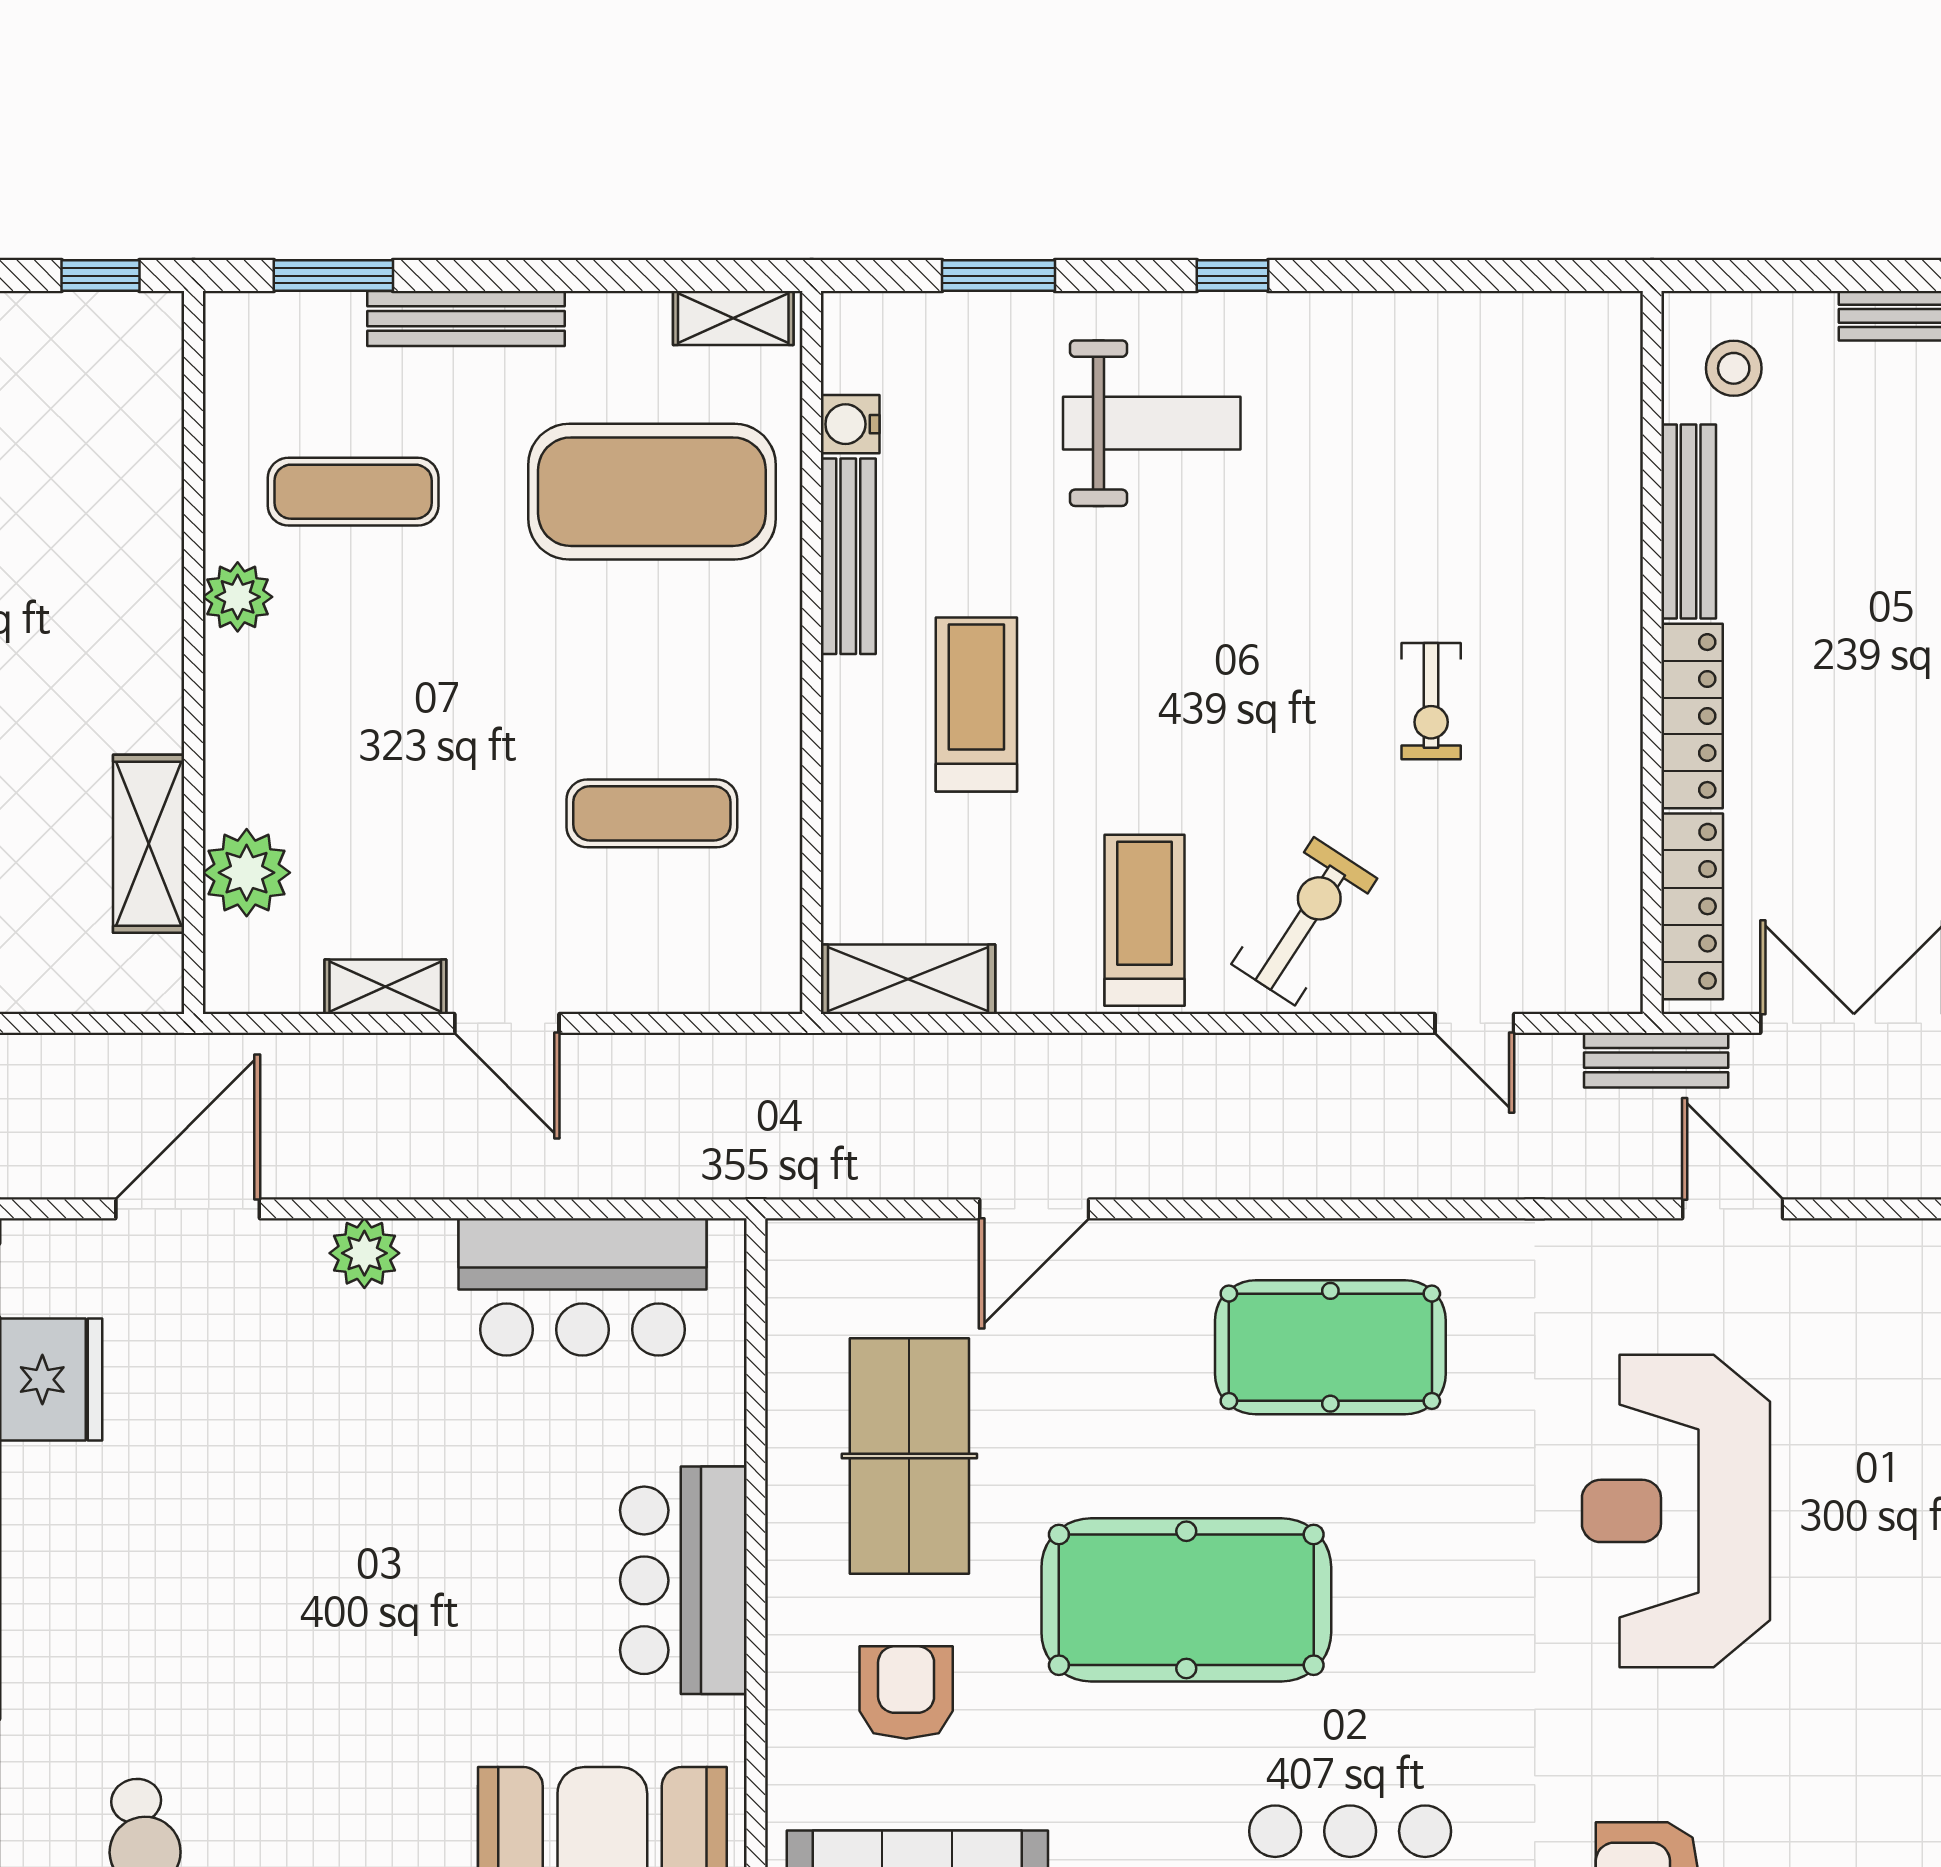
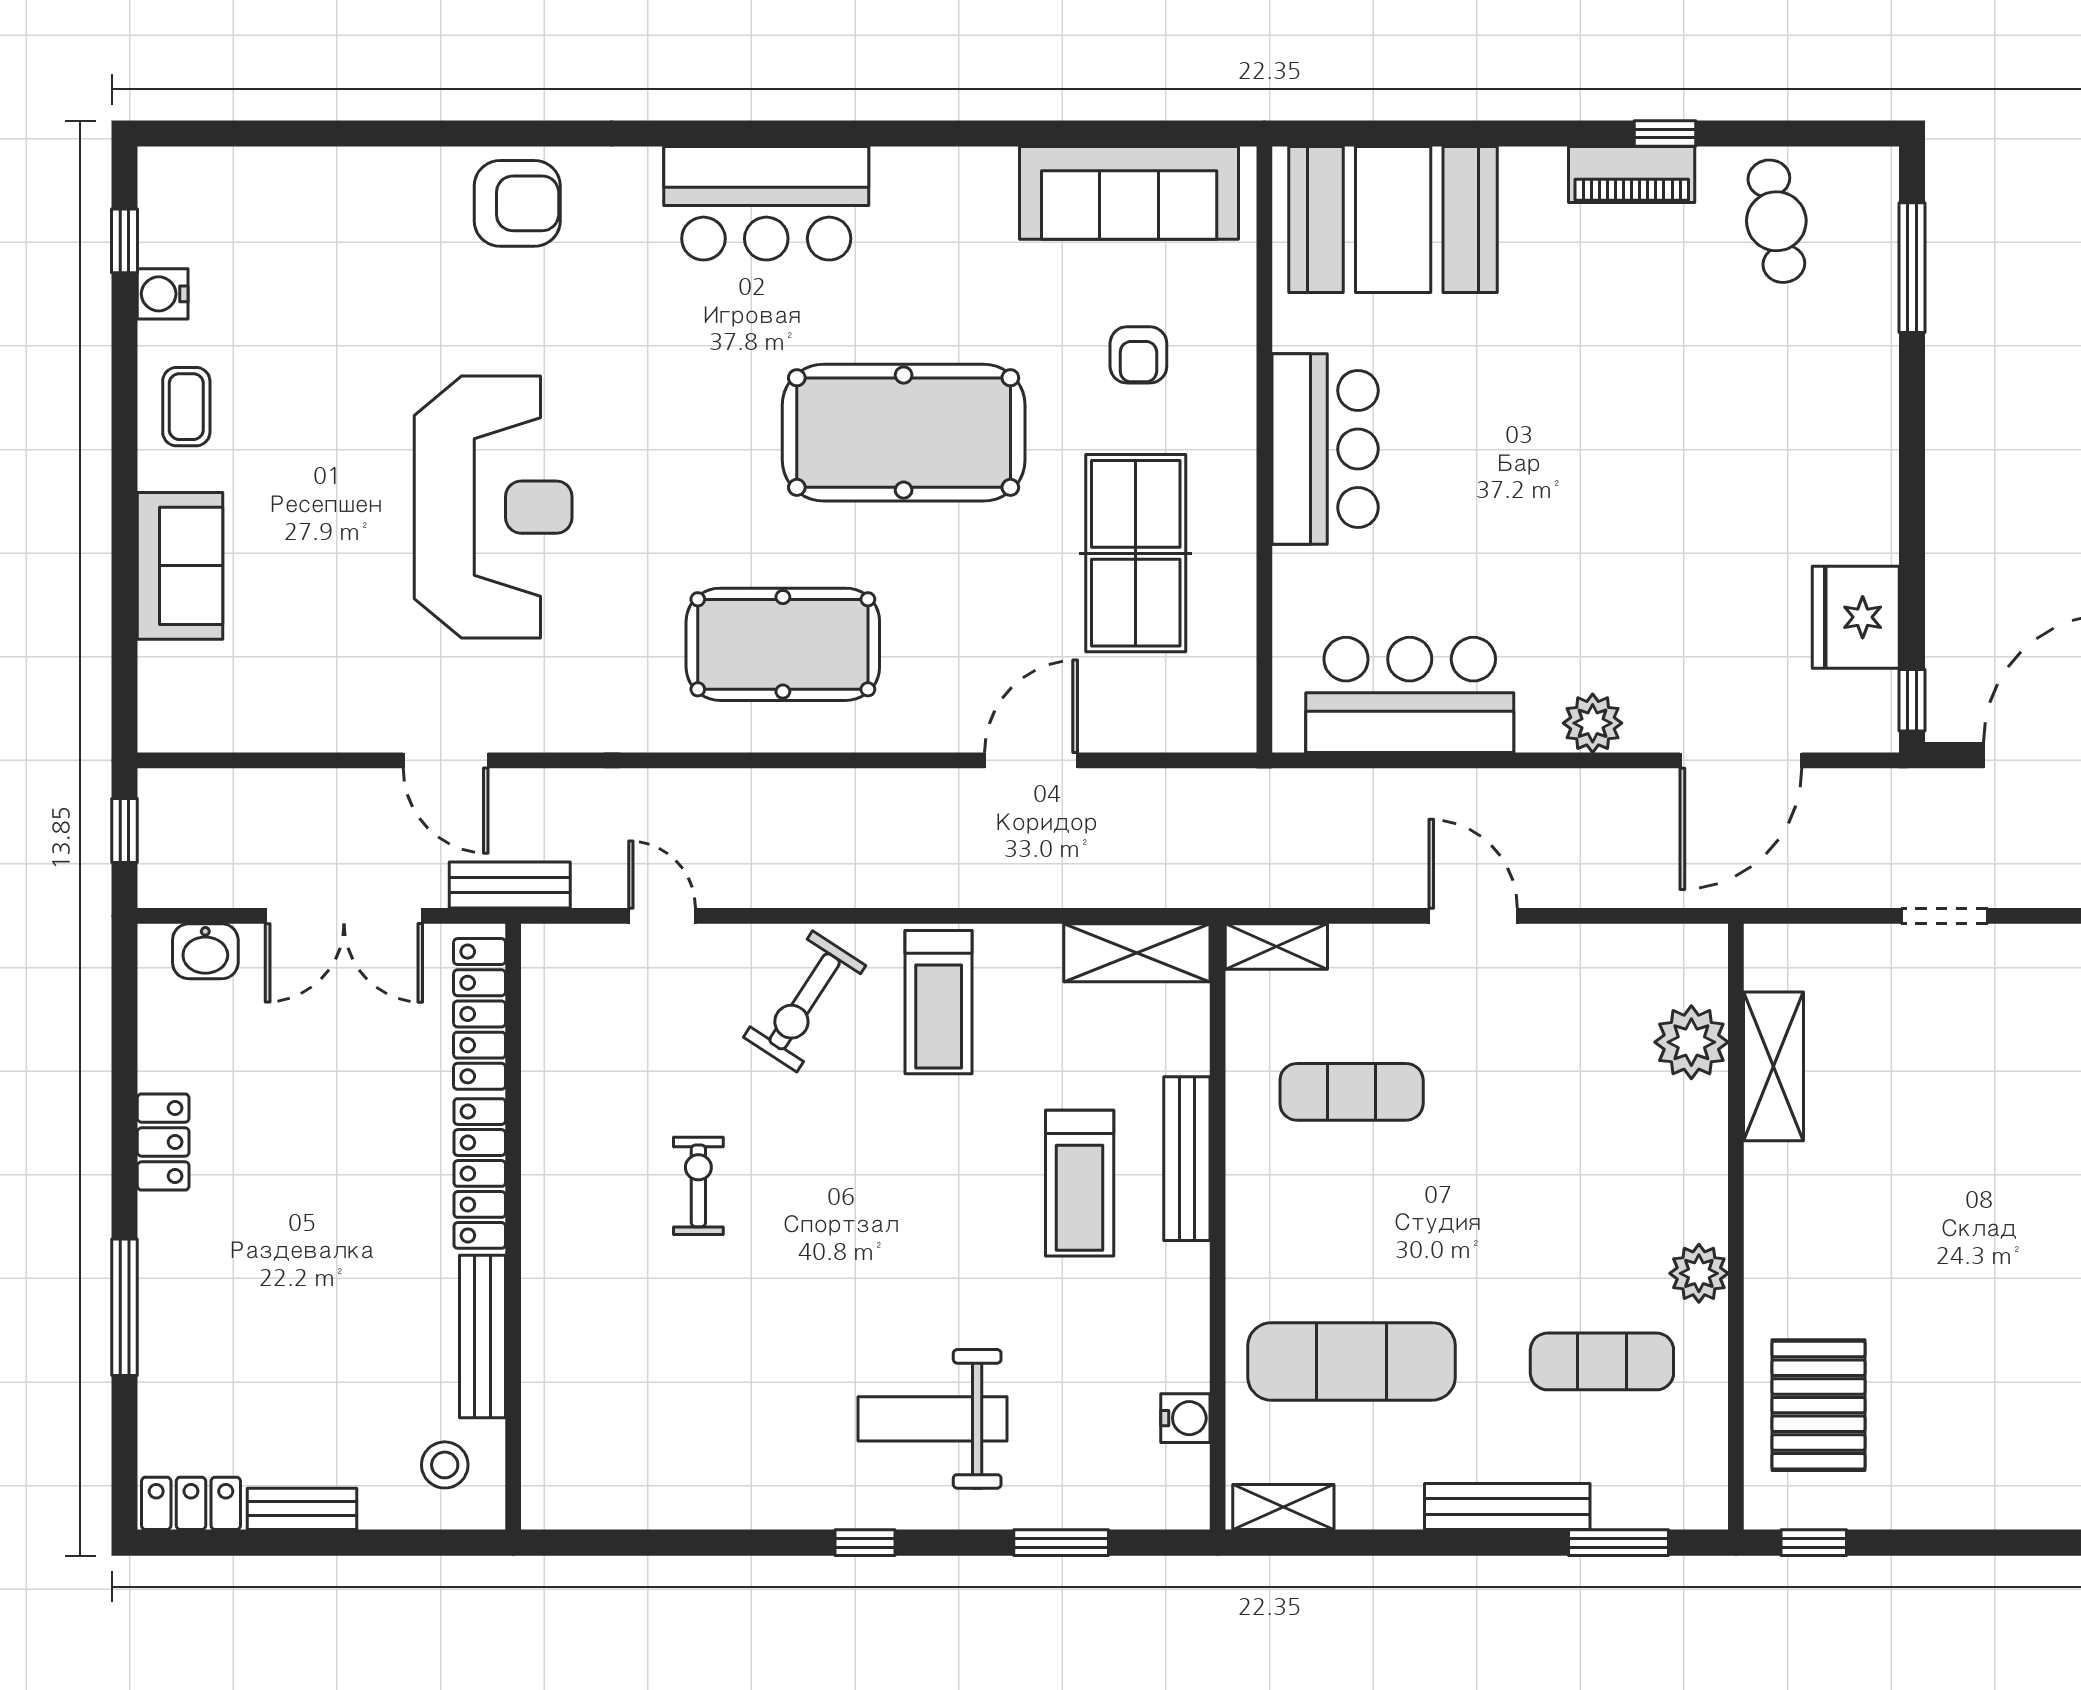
pallet: (95, 440) -> (1819, 1405), added
exercise mat: (652, 492) -> (1352, 1361), width x0.68
bench: (848, 556) -> (1187, 1159), moved
shelving: (385, 987) -> (1276, 946), moved
armchair: (906, 1693) -> (1138, 355), width x0.72, depth x0.72

